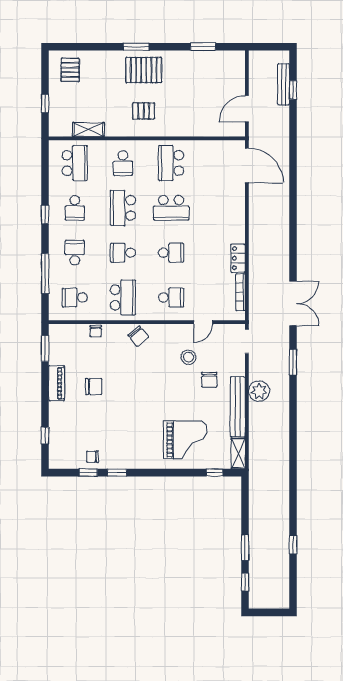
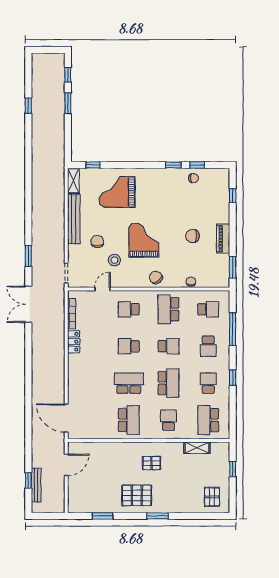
pallet: (144, 70) -> (137, 495), moved
grand piano: (153, 381) -> (144, 240), added
plant: (259, 391) -> (56, 232), removed

